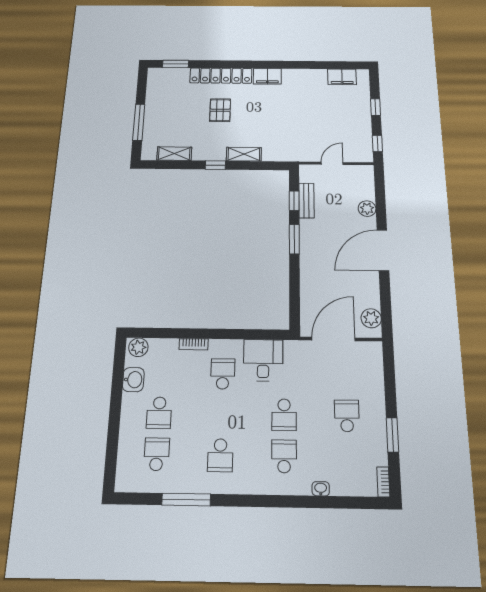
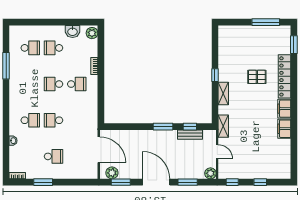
filing cabinet: (342, 77) -> (284, 129), moved
window: (139, 122) -> (266, 22), moved
shelving: (174, 154) -> (223, 126), moved
window: (381, 205) -> (188, 182), added
plant: (367, 209) -> (210, 173), moved
window: (386, 304) -> (121, 182), added
desk: (263, 360) -> (85, 108), removed
school desk: (220, 455) -> (53, 84), moved

